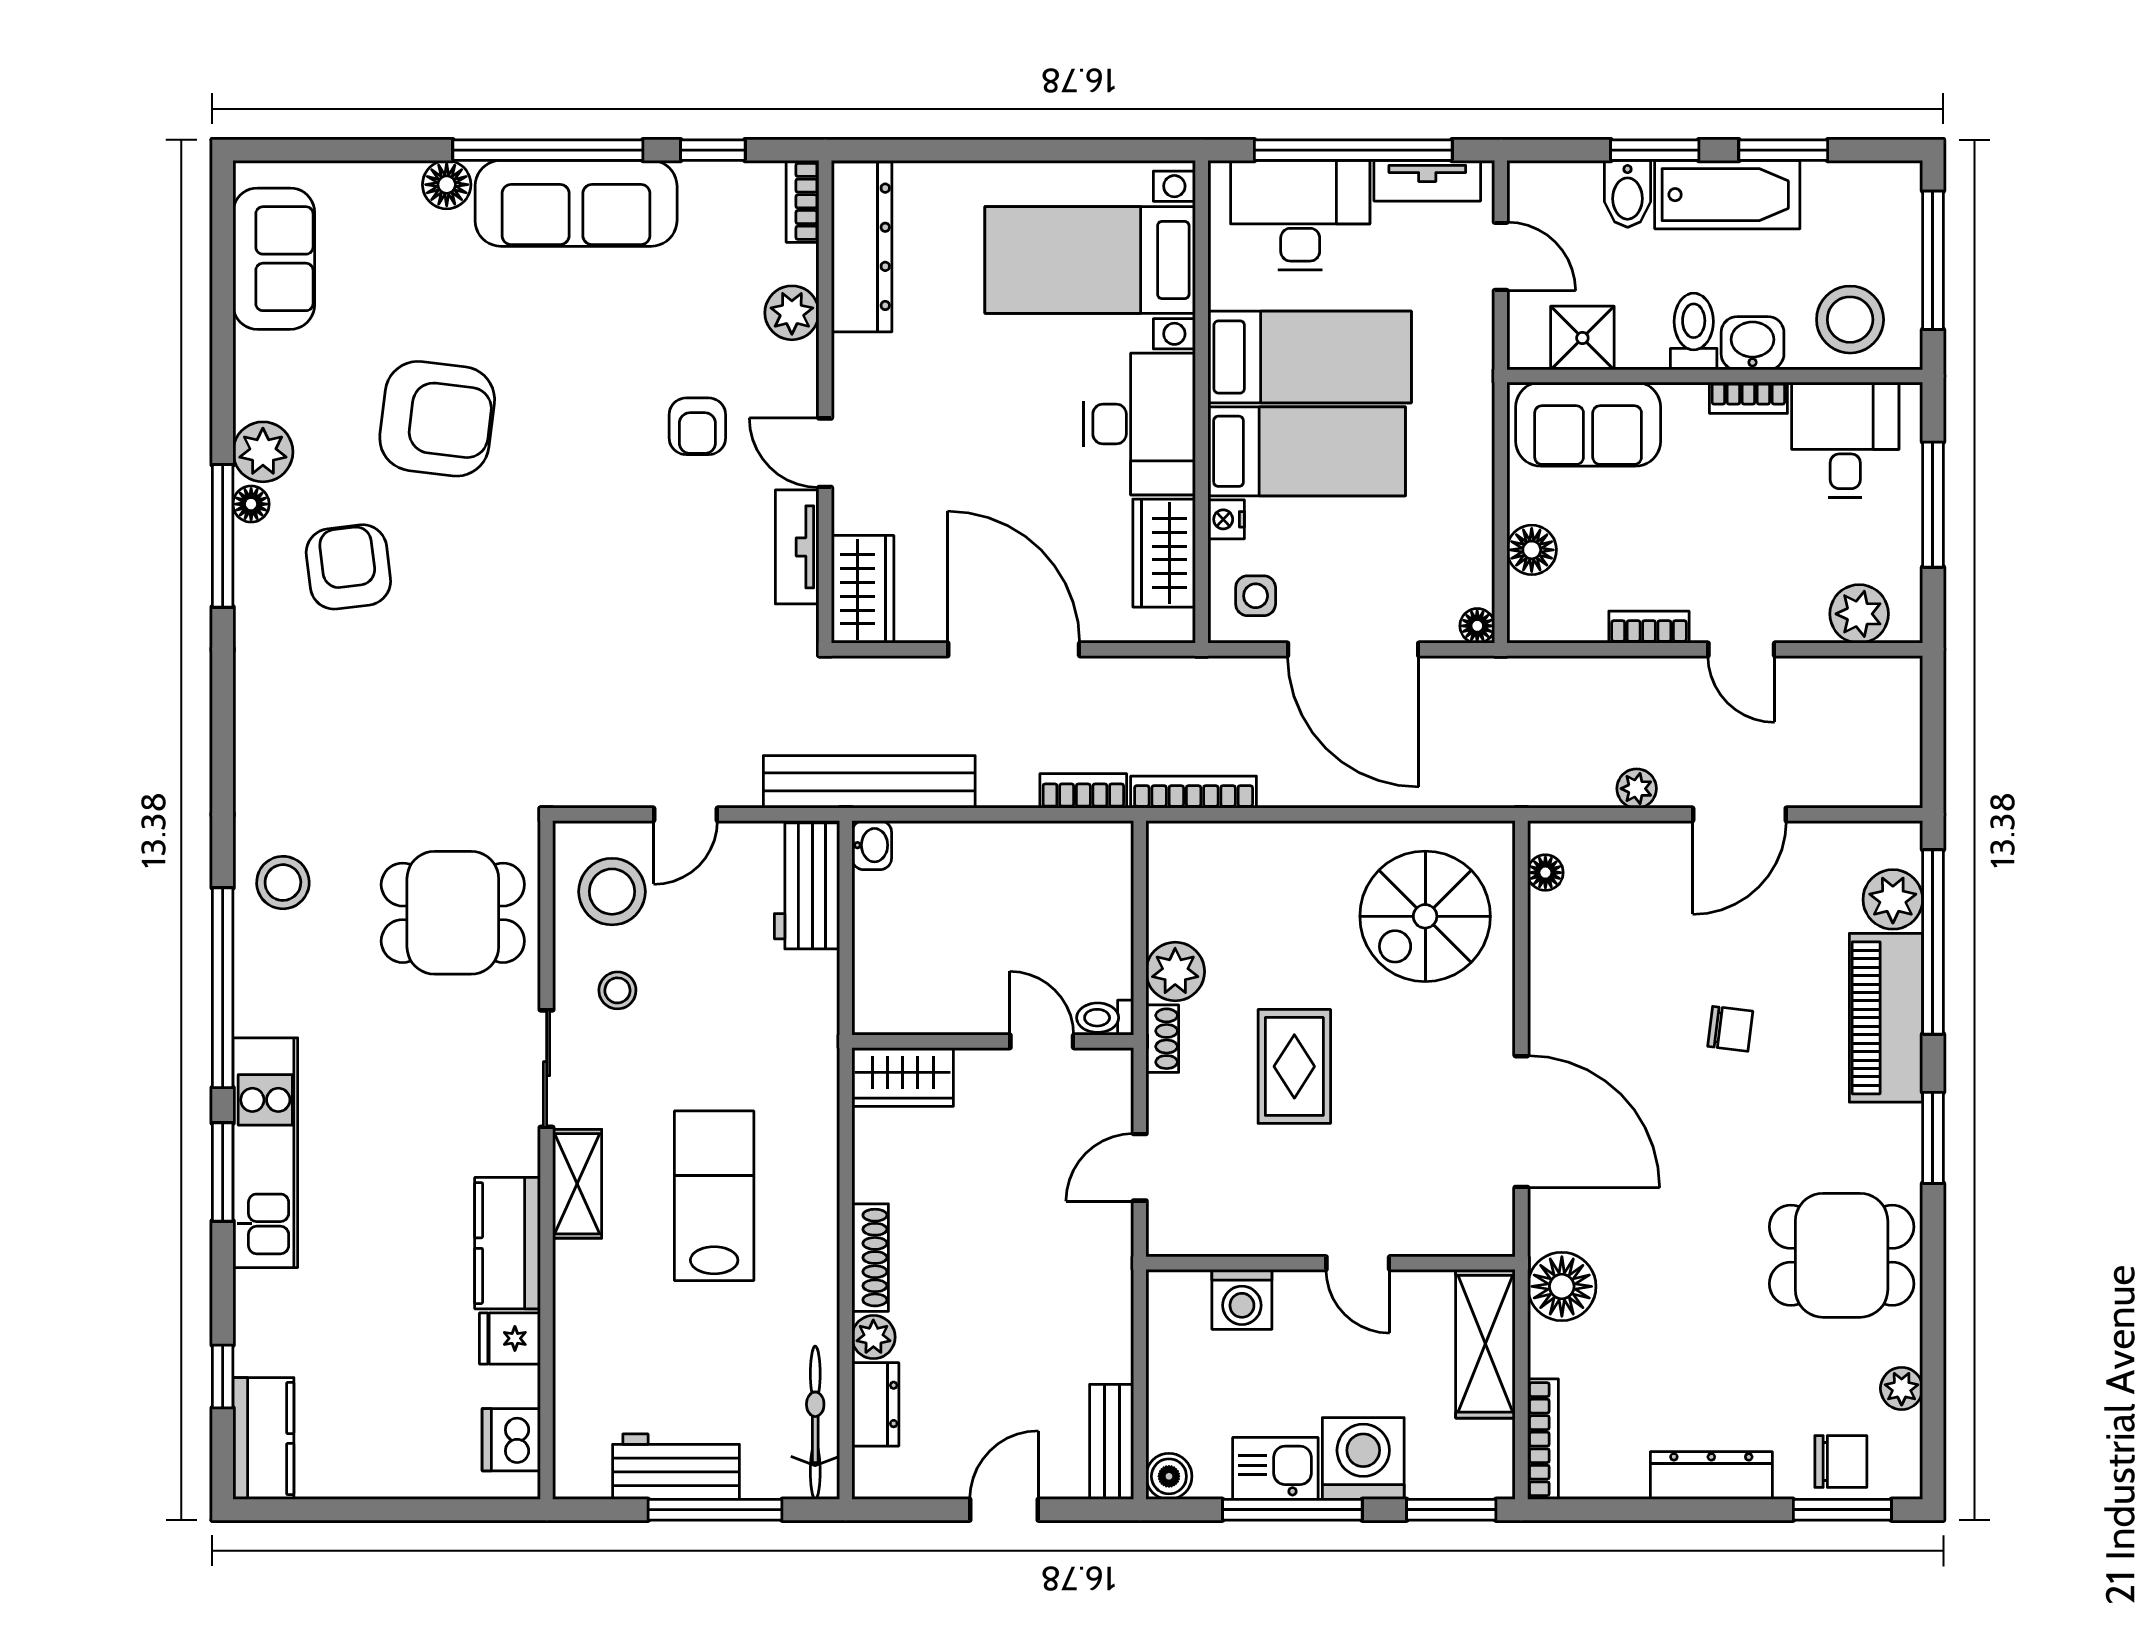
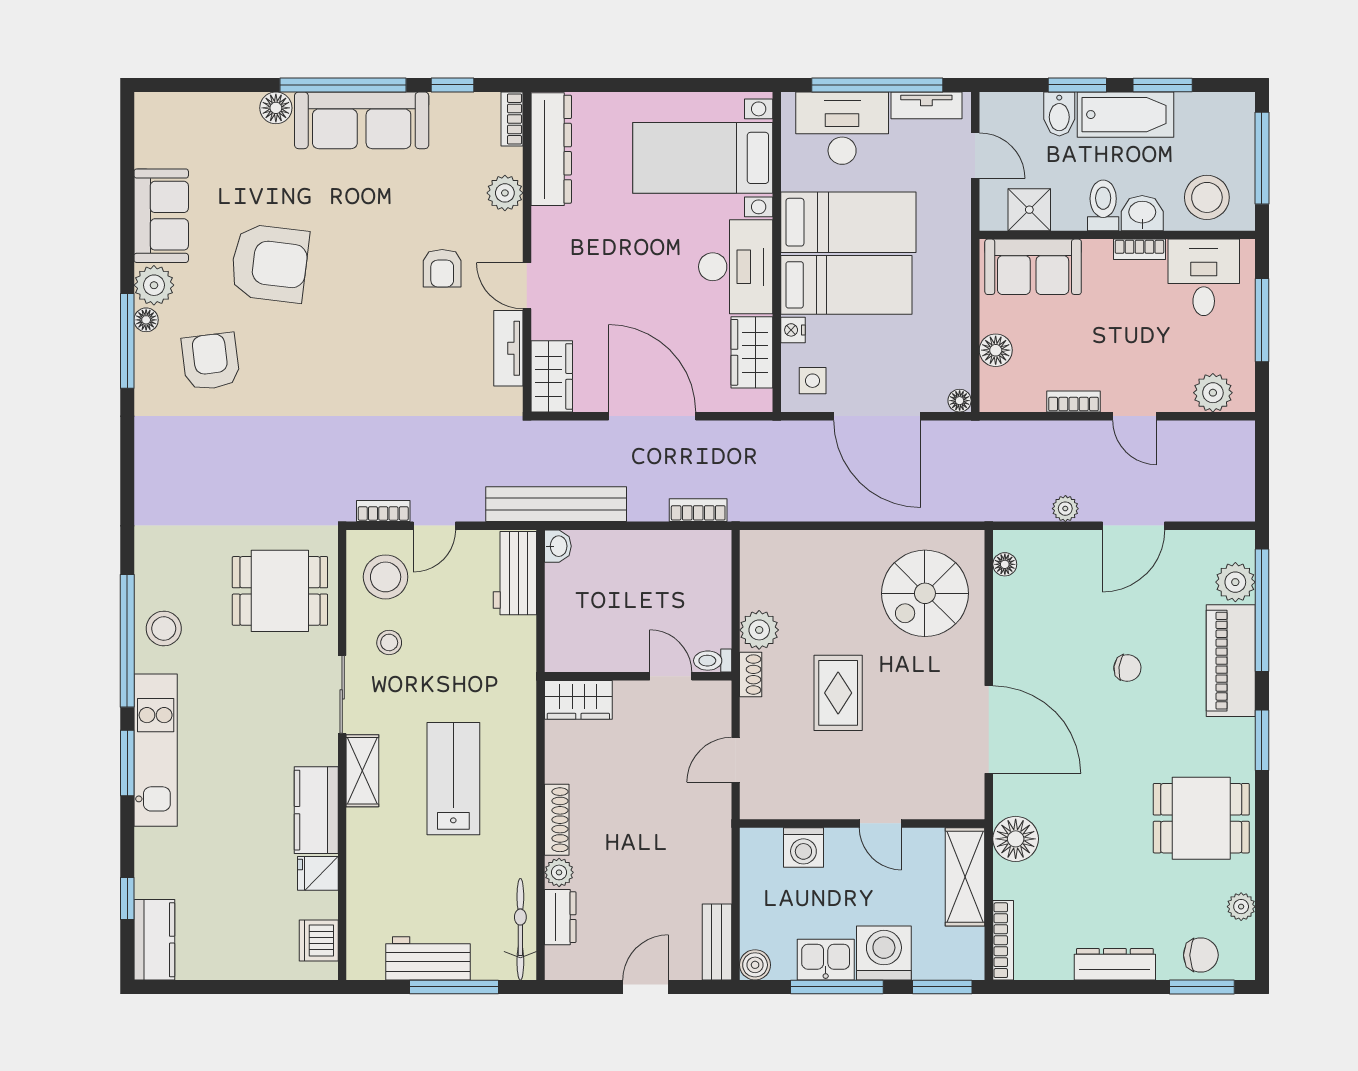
sofa: (274, 259) -> (161, 216), moved
bookcase: (1194, 792) -> (383, 511), moved, width x0.64
stool: (283, 883) -> (164, 629), moved

